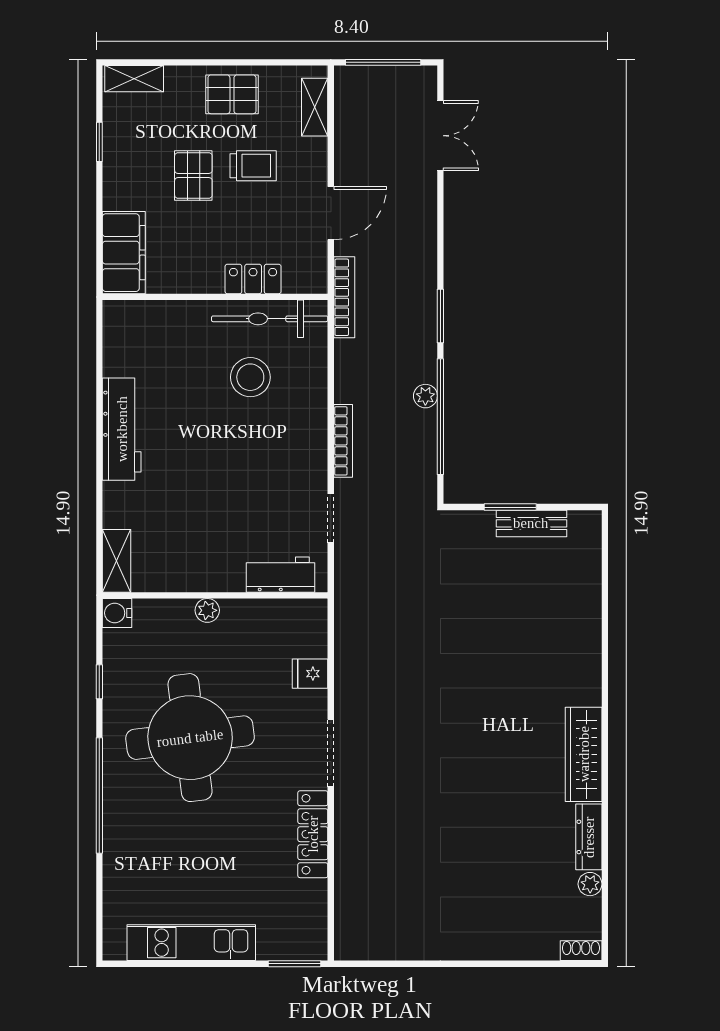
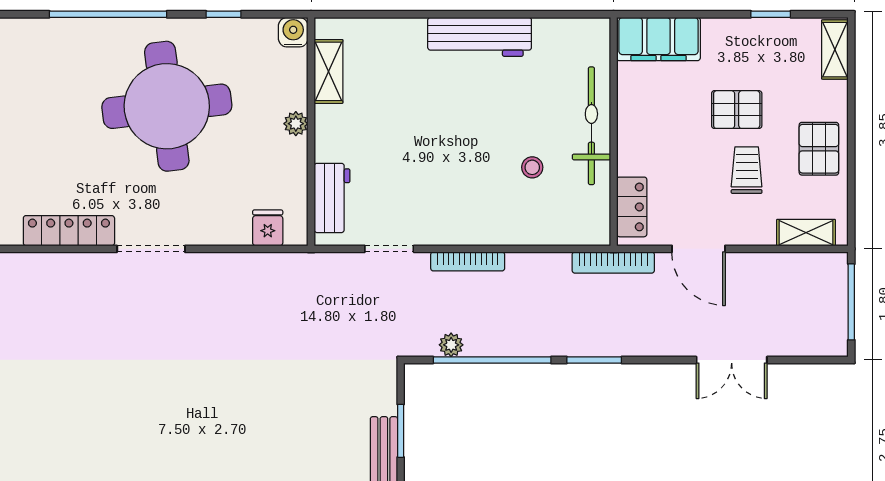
double door: (440, 136) -> (732, 360), moved
trolley: (253, 166) -> (747, 170), turned 180
locker: (253, 279) -> (632, 207), moved
bicycle: (270, 319) -> (591, 126), moved
stool: (250, 377) -> (532, 167), width x0.53, depth x0.53
plant: (425, 396) -> (451, 345), moved
shelving: (117, 561) -> (329, 71), moved, turned 90
fridge: (310, 674) -> (268, 228), moved

